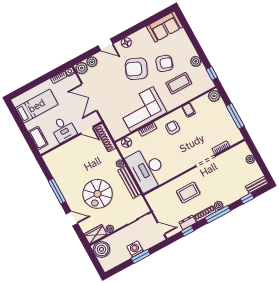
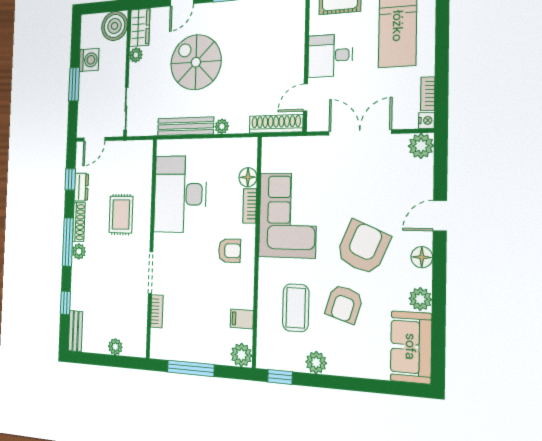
plant: (92, 62) -> (420, 299), moved
filing cabinet: (189, 110) -> (242, 319), moved
floor lamp: (126, 143) -> (248, 177), moved
desk: (147, 169) -> (180, 194), moved, turned -90
washing machine: (135, 249) -> (89, 60), moved

